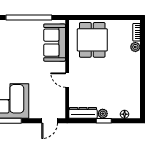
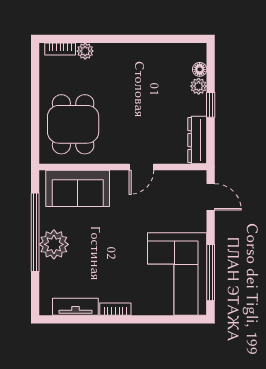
plant: (22, 29) -> (54, 244), added
dining table: (92, 40) -> (73, 124), turned 90
plant: (103, 114) -> (199, 86), moved

